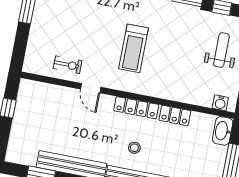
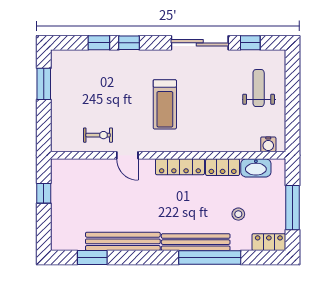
washbasin: (223, 131) -> (256, 168), moved, turned -90
stool: (134, 148) -> (238, 214), moved

